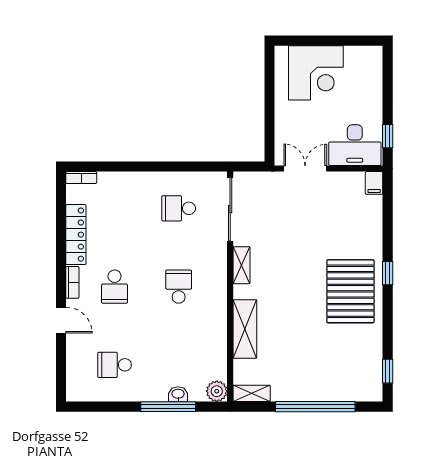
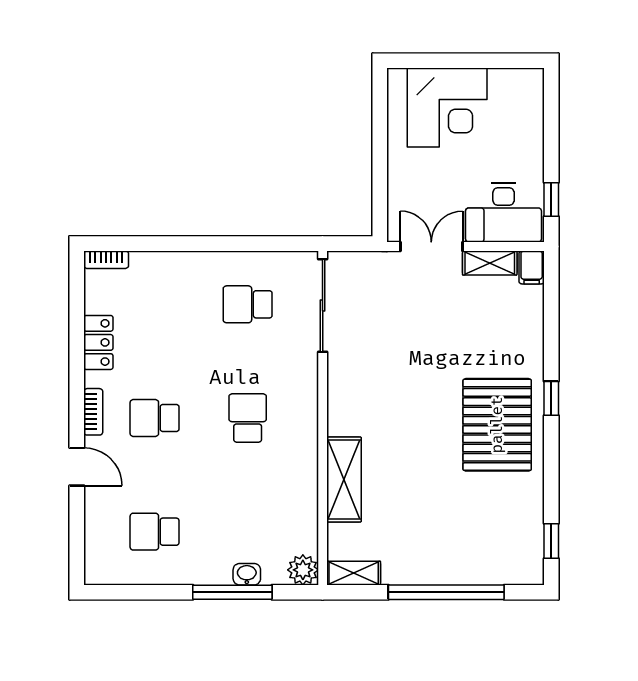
locker: (76, 235) -> (98, 342), width x0.66
shelving: (242, 265) -> (490, 263), moved, turned 90
school desk: (115, 287) -> (155, 418), turned 90

